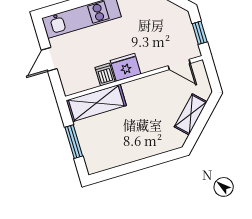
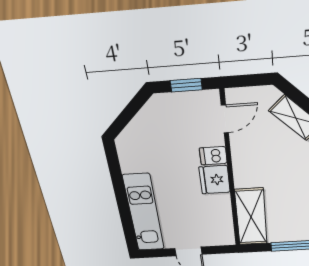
dishwasher: (105, 75) -> (213, 156), moved

